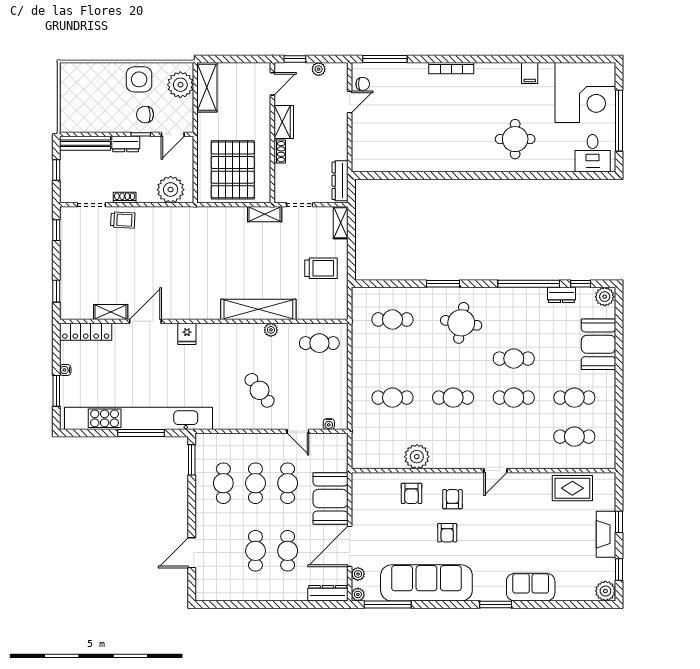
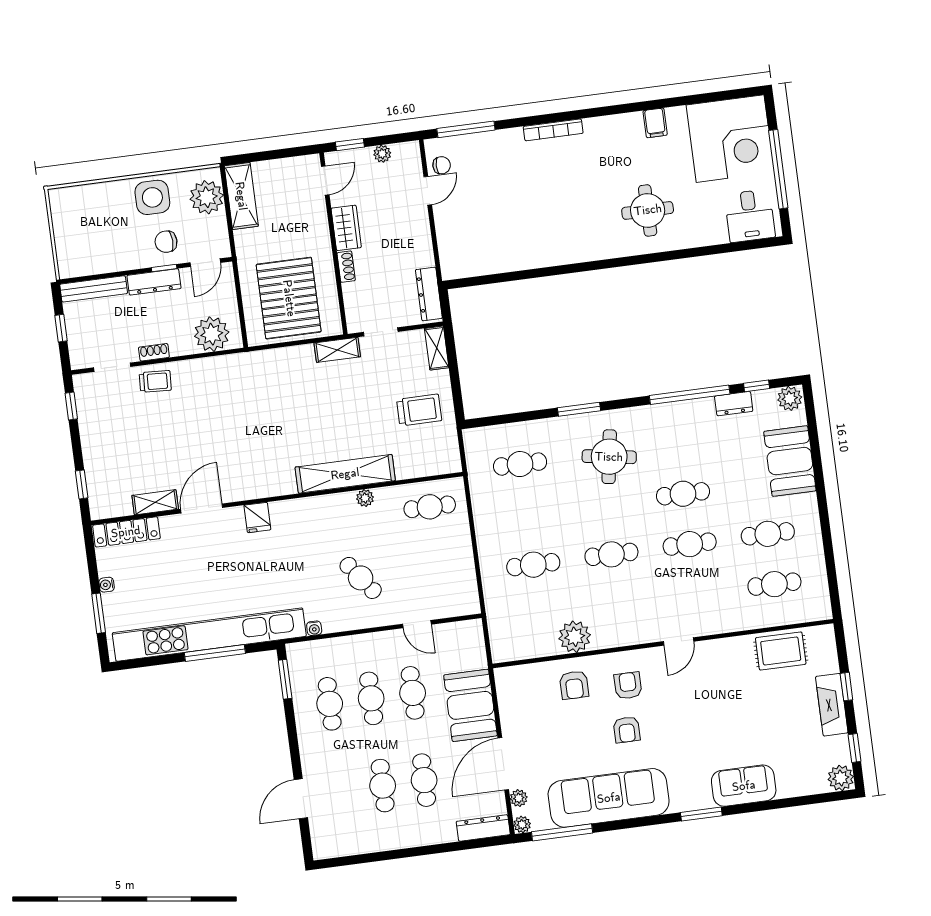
dresser: (126, 144) -> (154, 282), width x1.44
water cooler: (329, 424) -> (314, 628), moved

